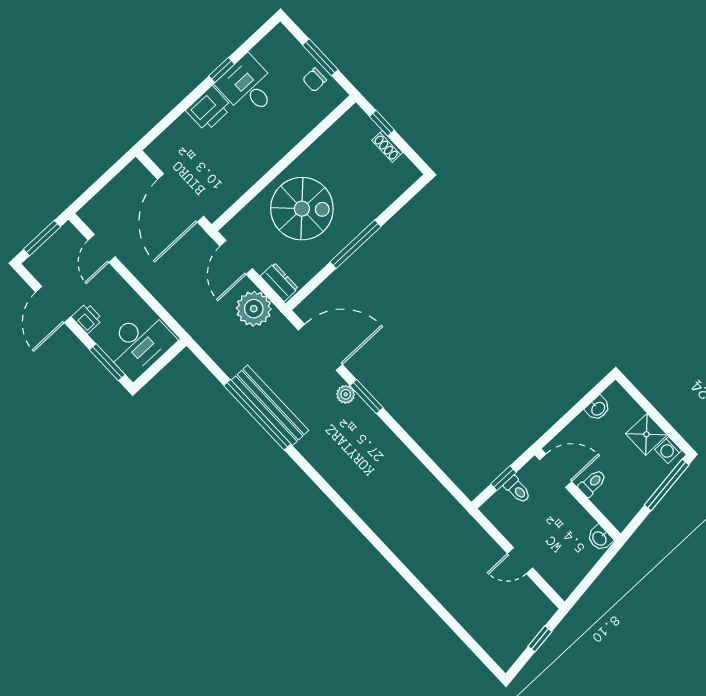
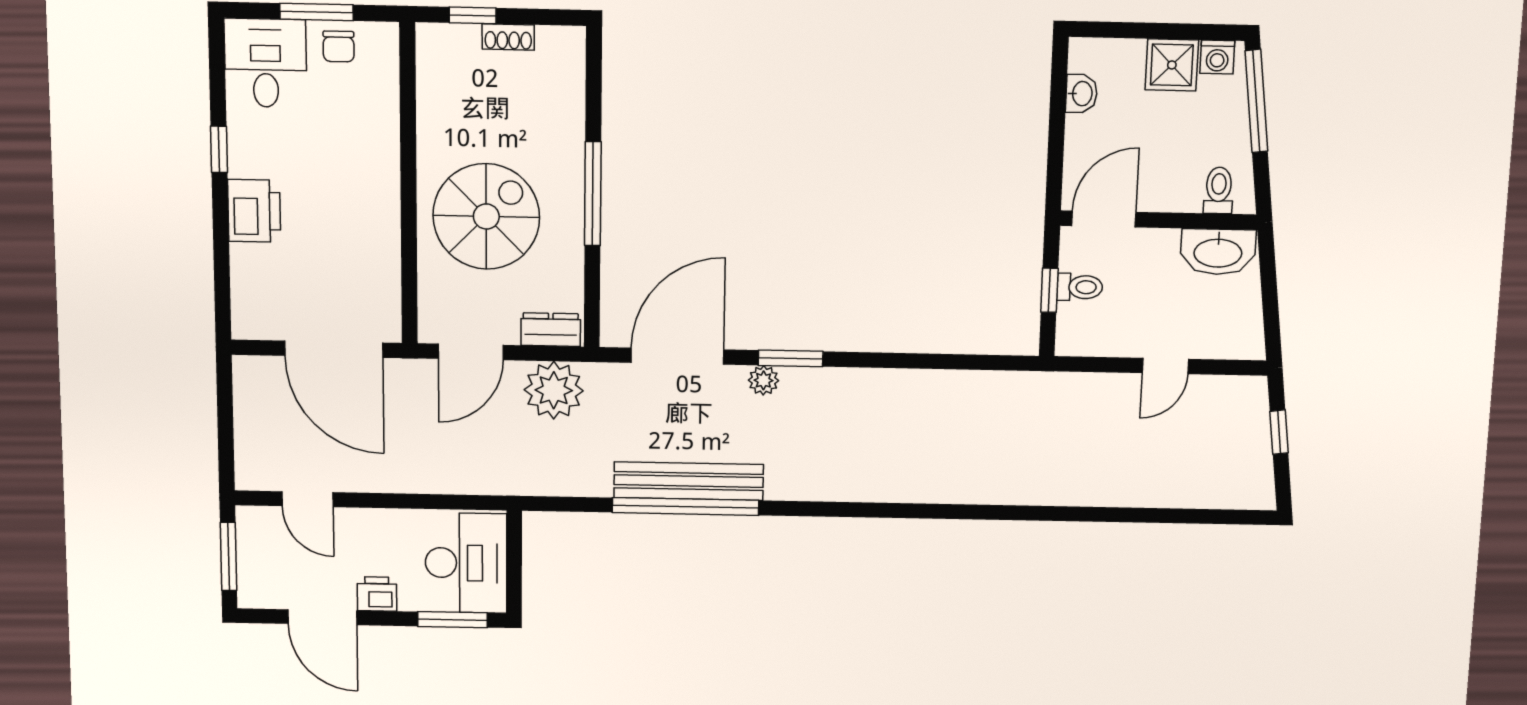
desk: (248, 86) -> (266, 63), moved, turned 90
door: (236, 257) -> (471, 352), hinge flipped
toilet: (592, 483) -> (1219, 190), moved
washbasin: (600, 538) -> (1218, 252), width x1.91, depth x1.45

